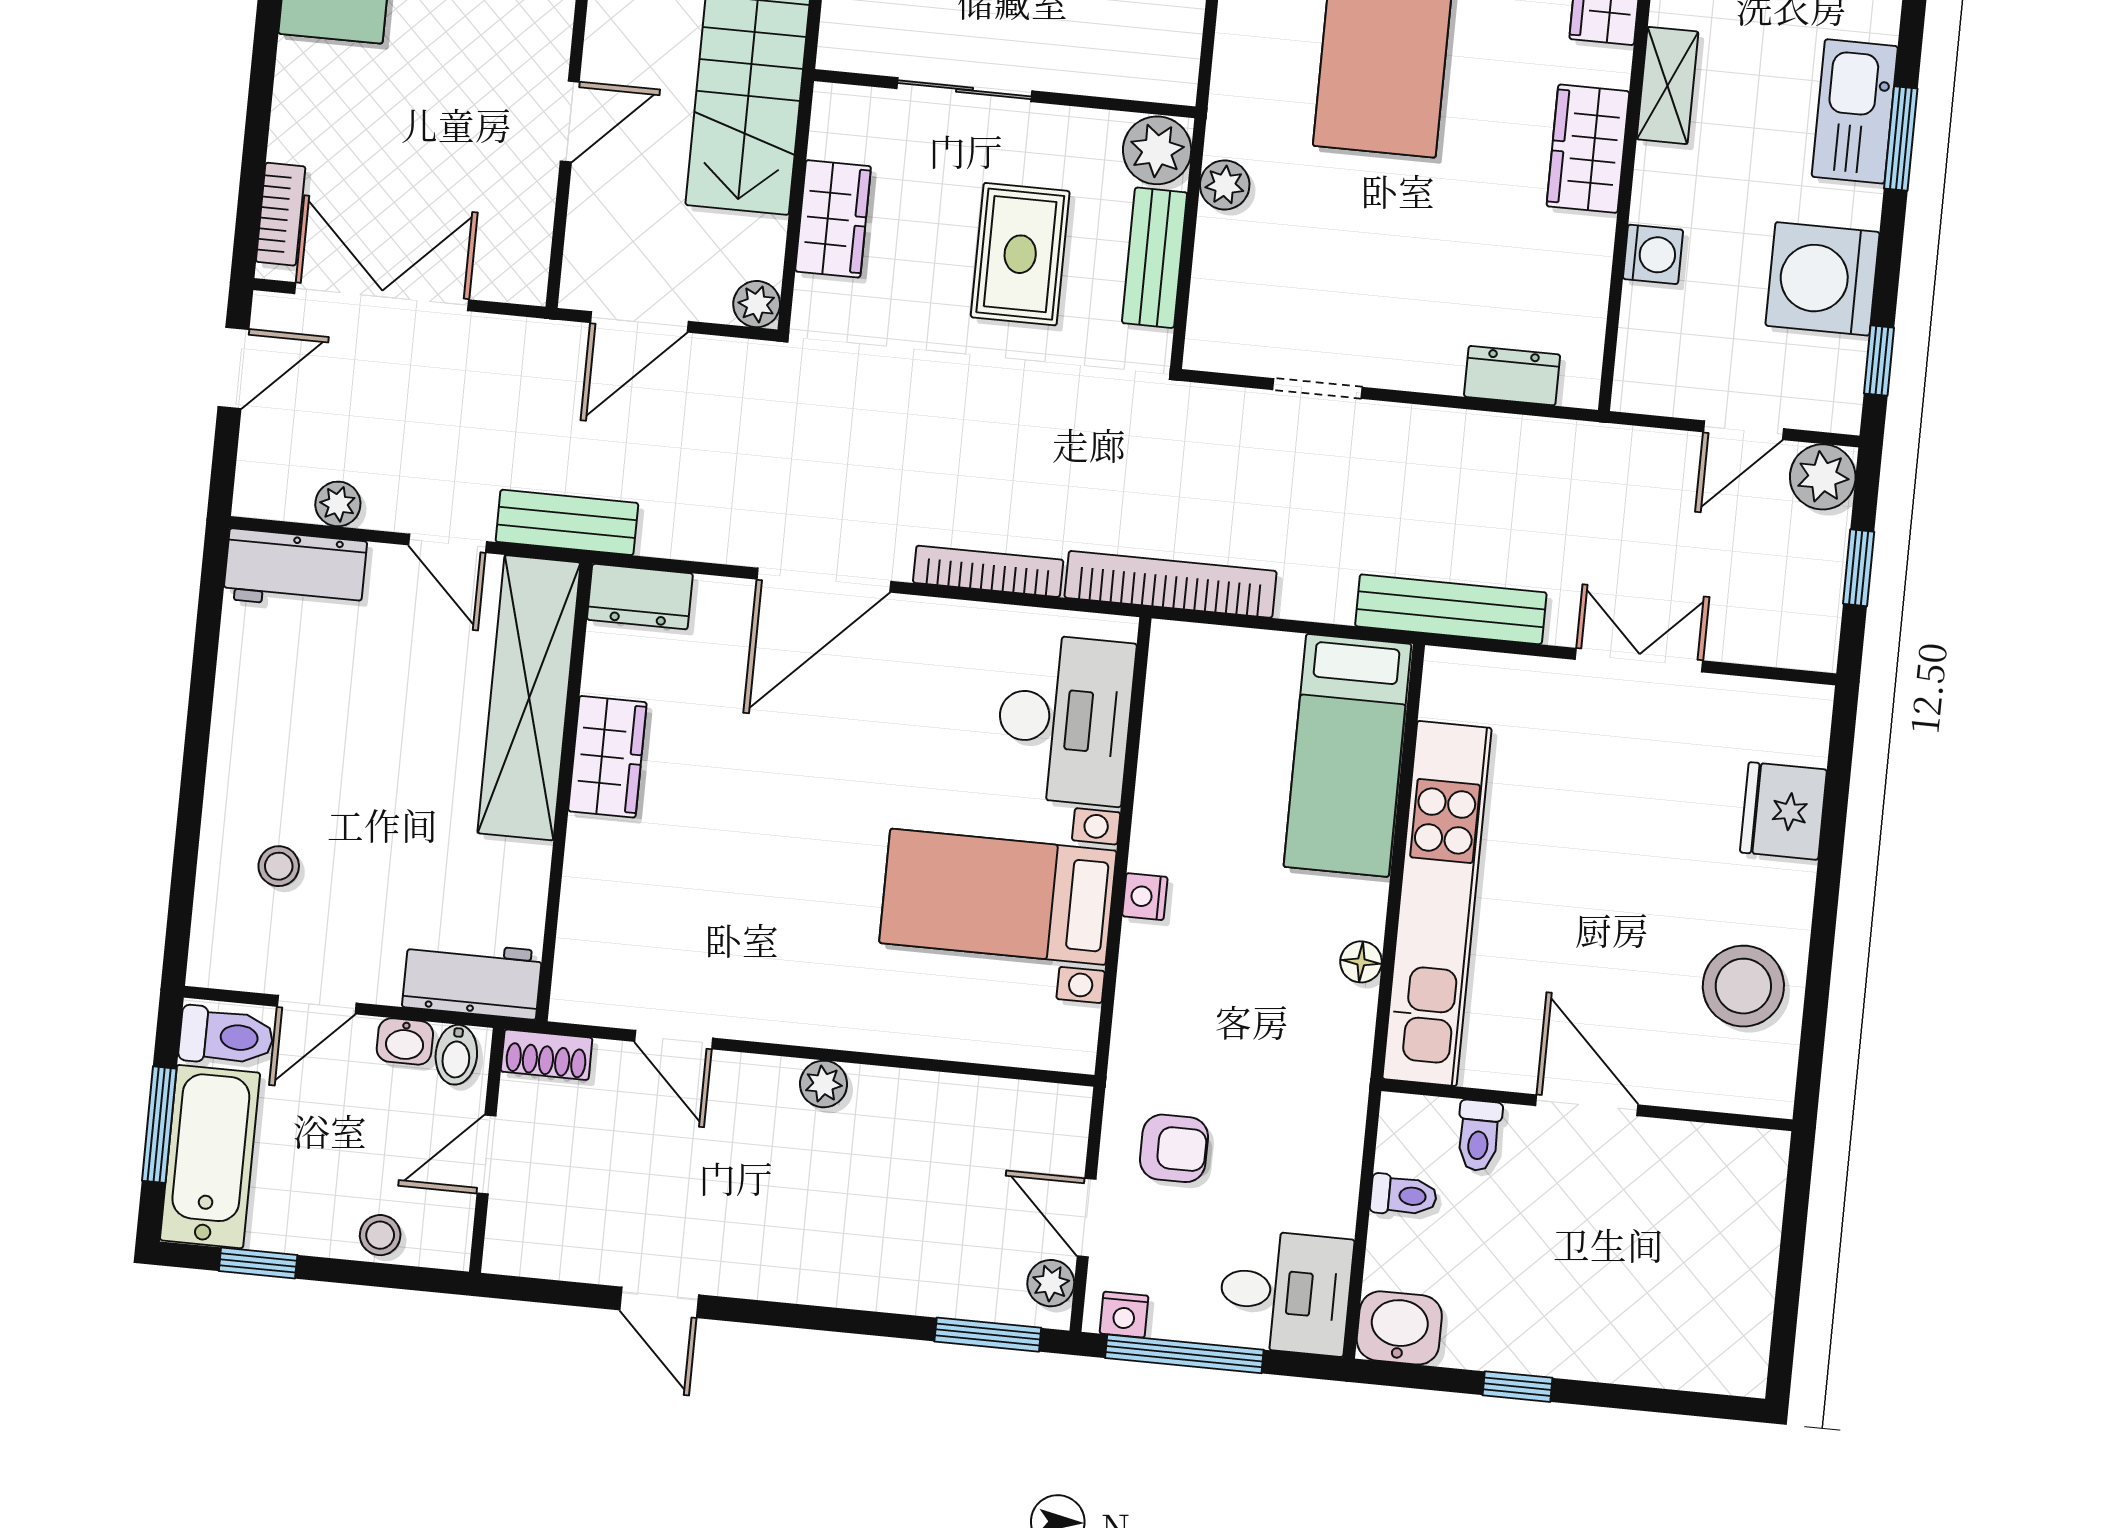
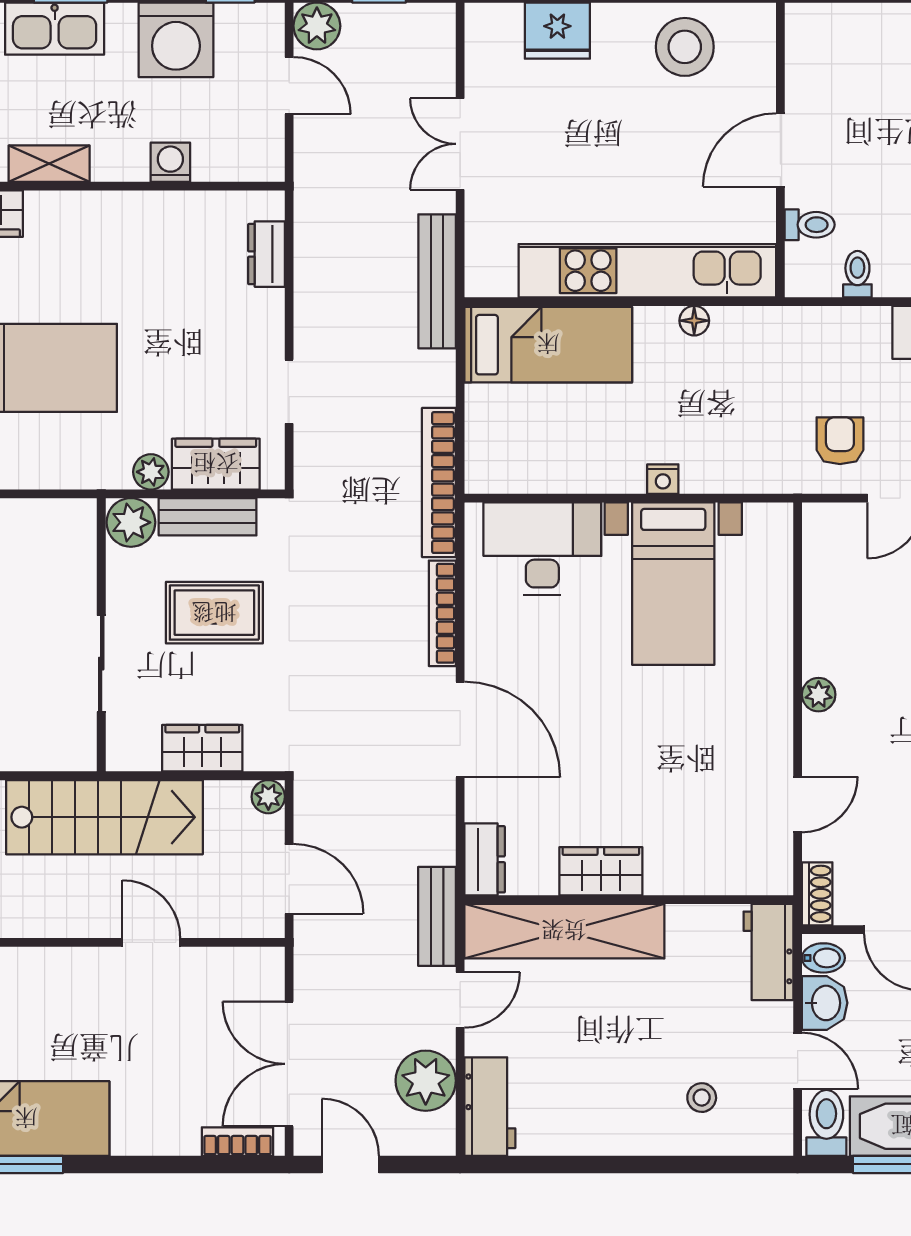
wardrobe: (1588, 149) -> (216, 464), moved, turned 180
plant: (338, 504) -> (426, 1081), width x1.87, depth x1.87
washbasin: (405, 1041) -> (825, 1003), width x1.38, depth x1.45

